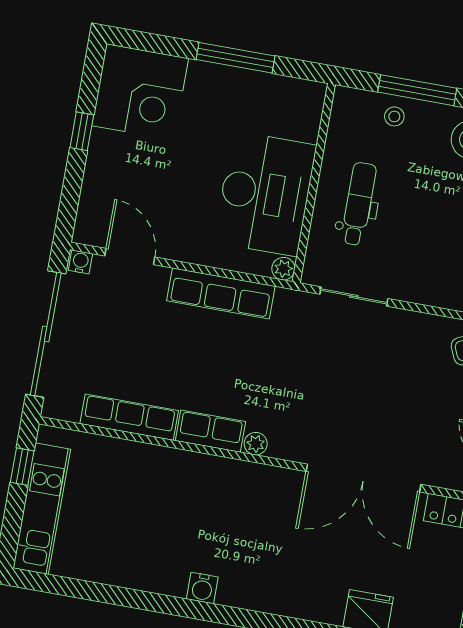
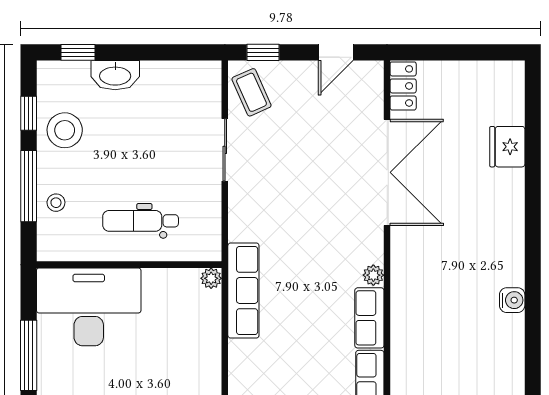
desk: (265, 194) -> (89, 307), moved
row of seats: (221, 293) -> (243, 290), moved
sliding door: (354, 296) -> (225, 150), moved

